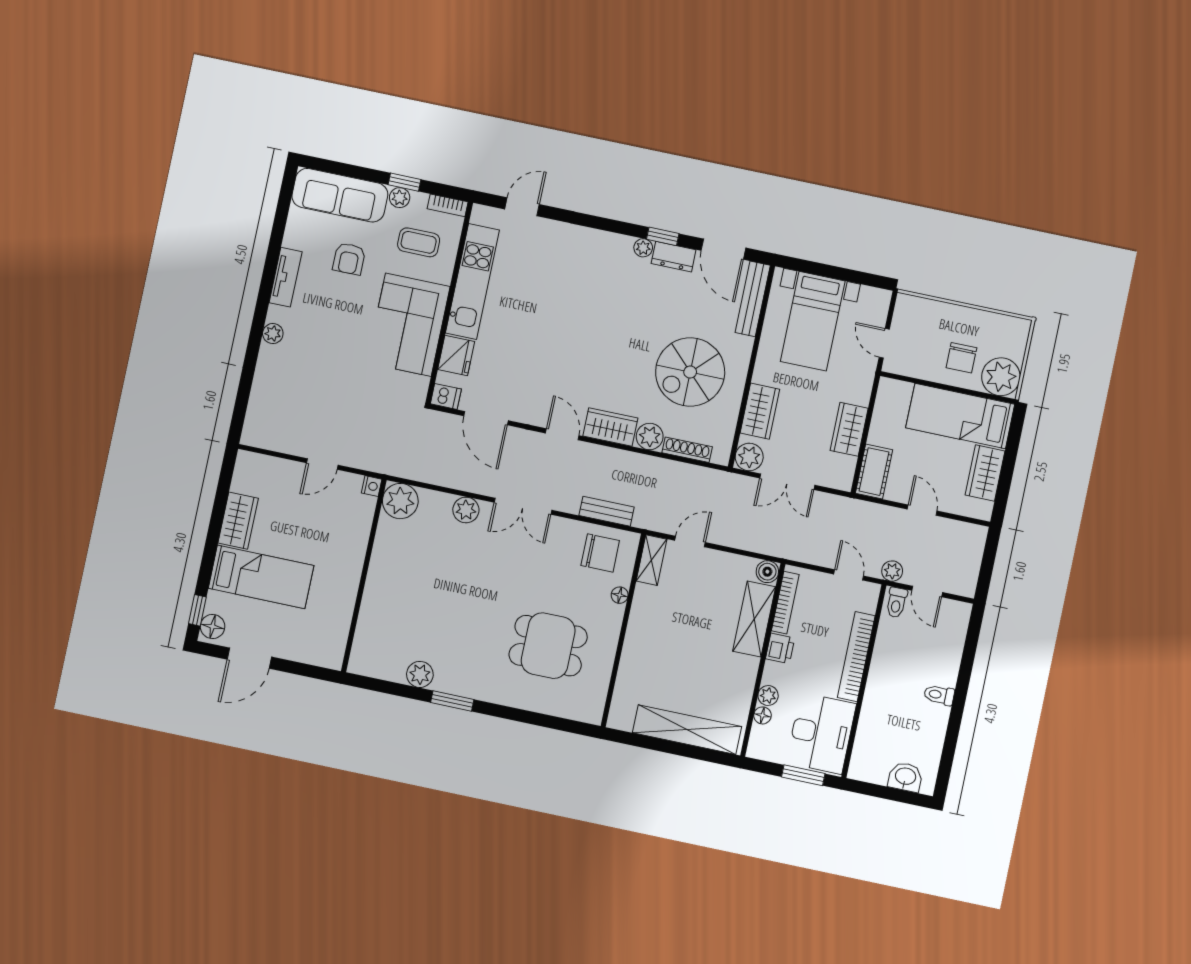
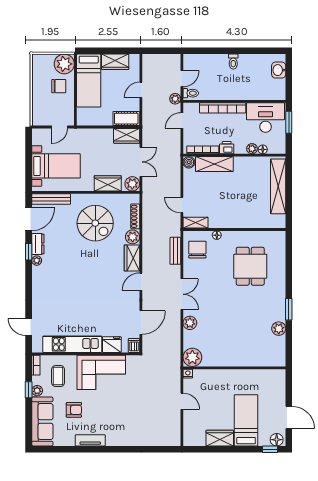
plant: (273, 334) -> (120, 441), removed
wardrobe: (849, 429) -> (127, 136), moved

